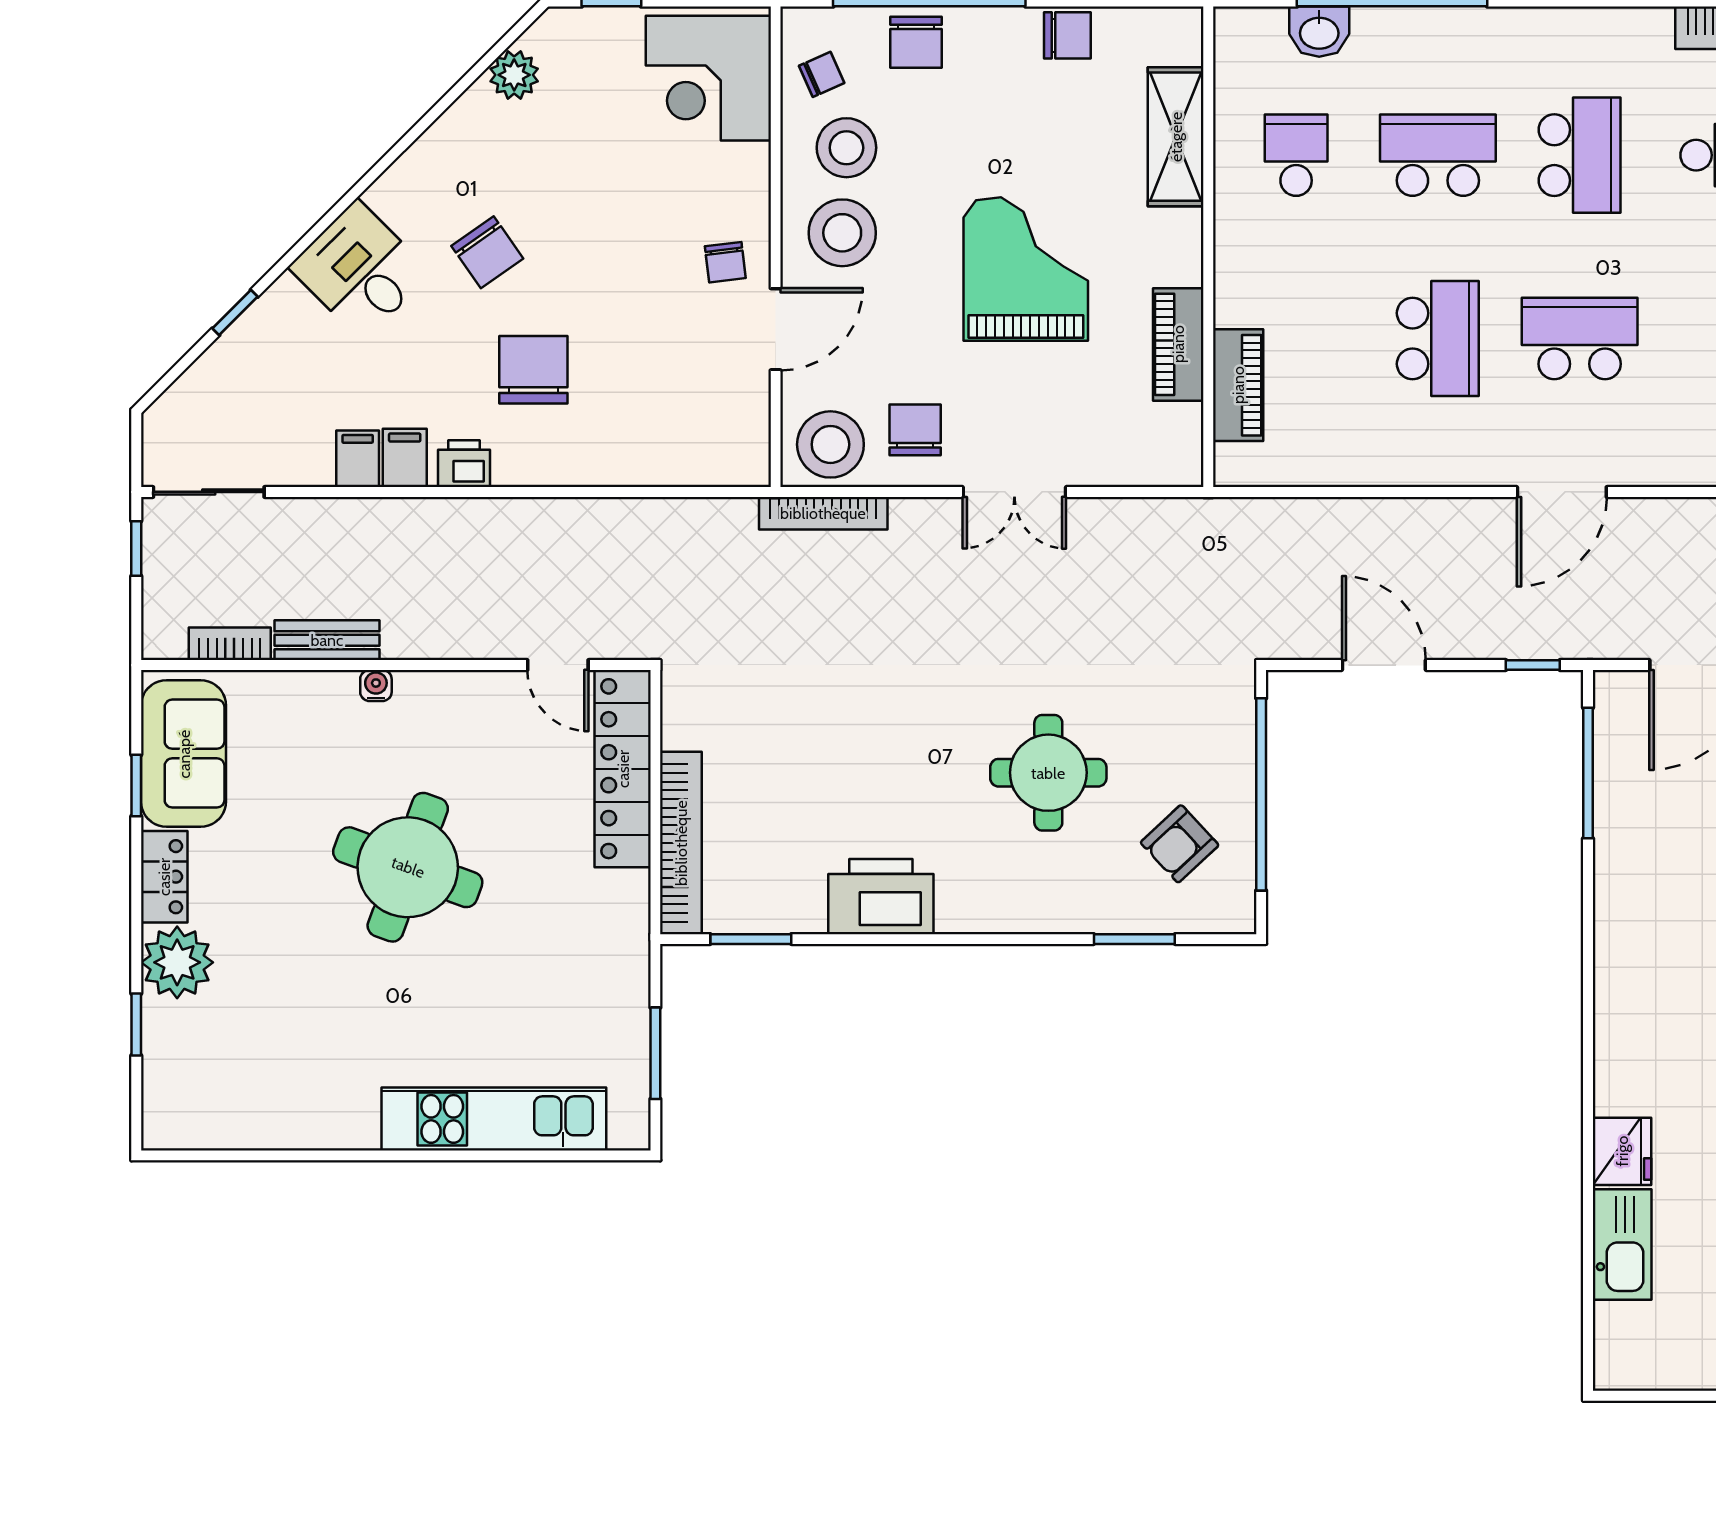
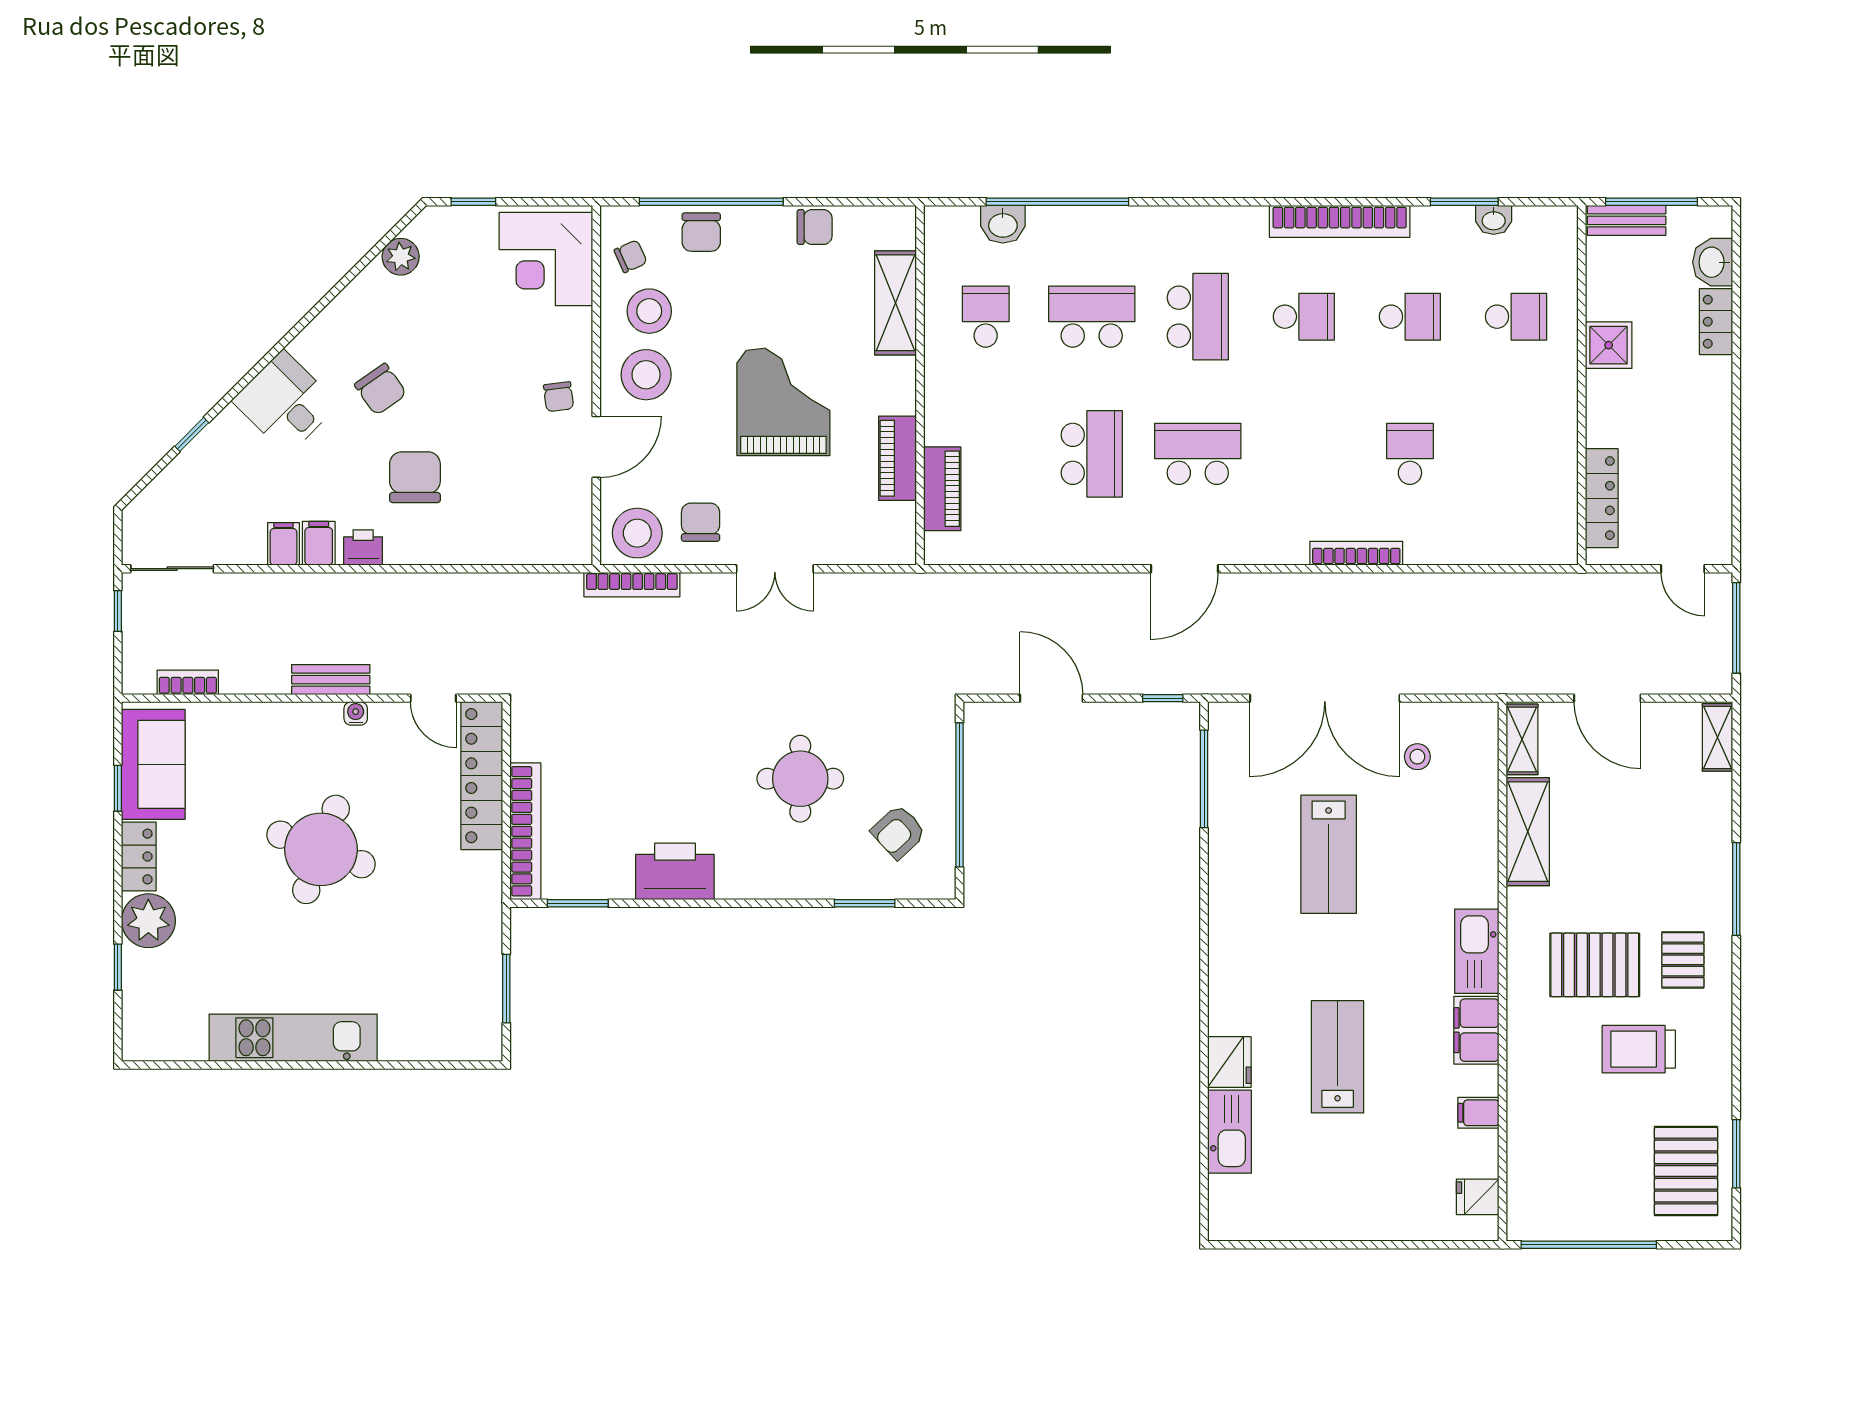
bench: (327, 640) -> (331, 680), moved
water cooler: (376, 686) -> (356, 713), moved
kitchen unit: (494, 1119) -> (293, 1038), moved

